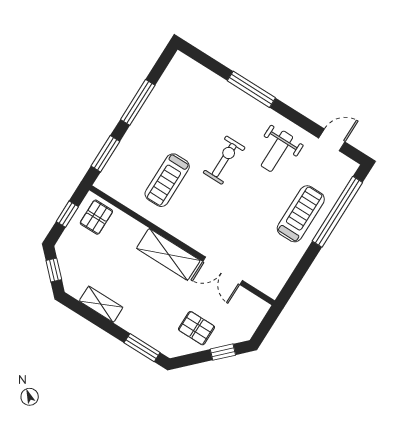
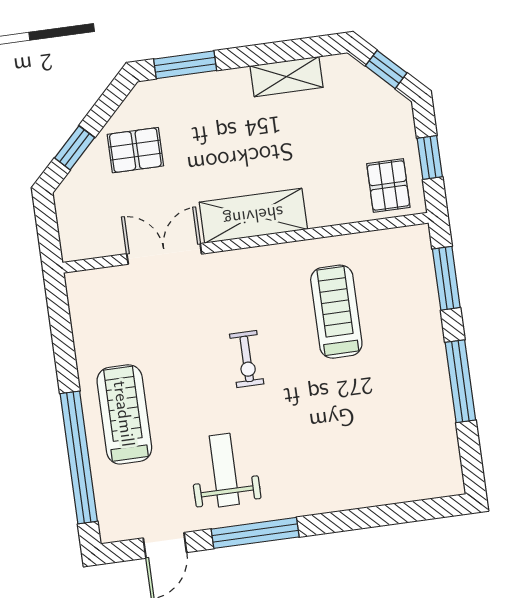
window: (251, 89) -> (255, 533), moved
exercise bike: (224, 160) -> (247, 359), moved, width x0.73, depth x0.72
treadmill: (301, 214) -> (124, 414), turned 180

